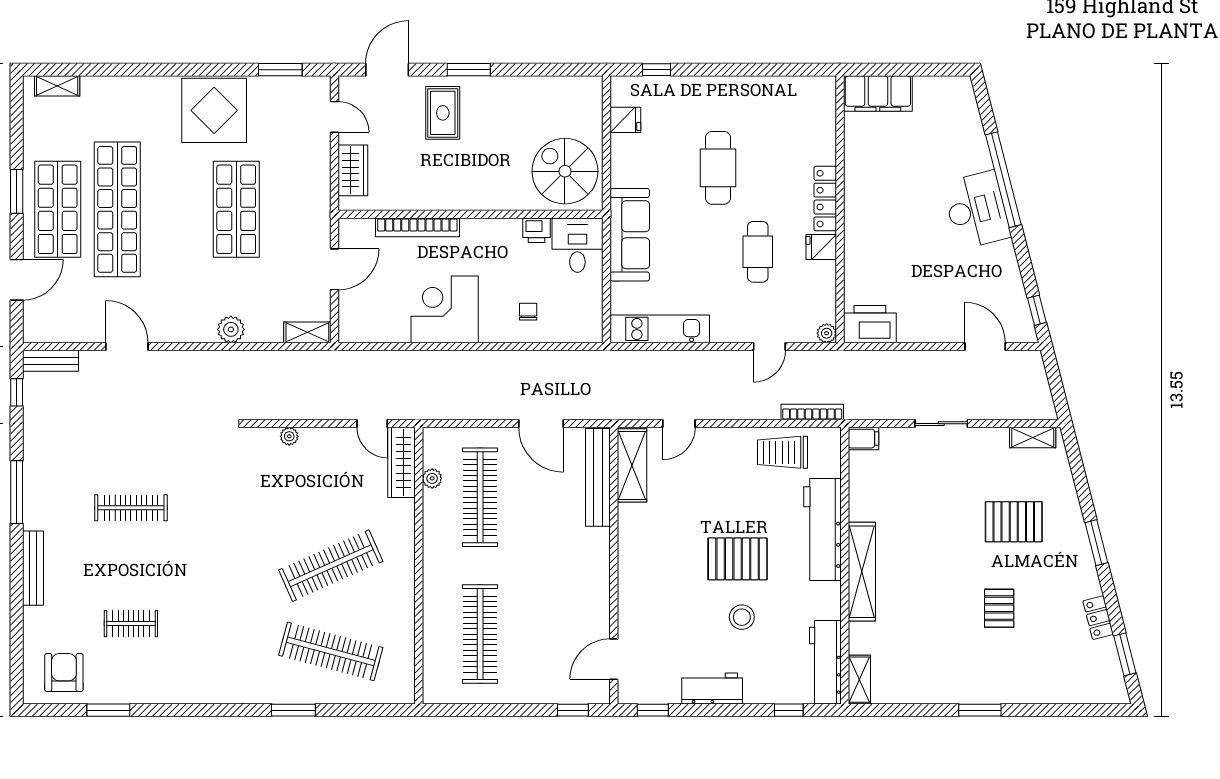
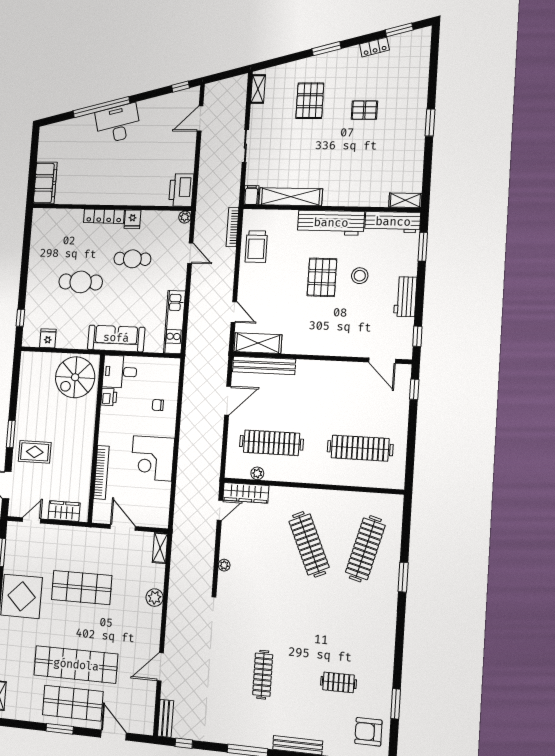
workbench: (823, 530) -> (331, 223), moved
shelving: (862, 572) -> (291, 197), moved
clothes rail: (131, 624) -> (338, 682), turned 90
window: (789, 710) -> (423, 247), width x1.50

